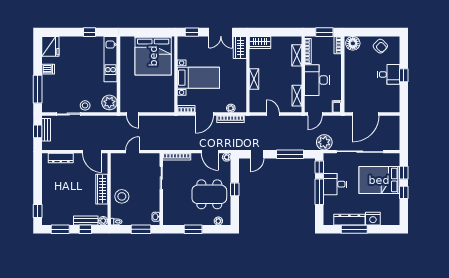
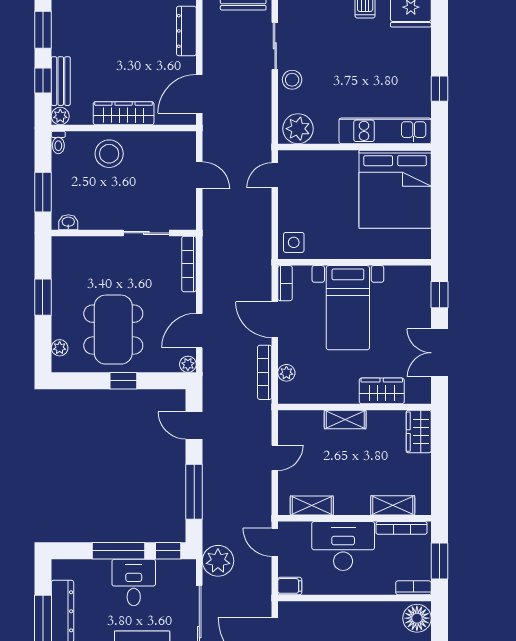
wardrobe: (240, 47) -> (382, 391), moved
bed: (153, 56) -> (395, 189), moved, turned -90
side table: (166, 105) -> (294, 242), added

